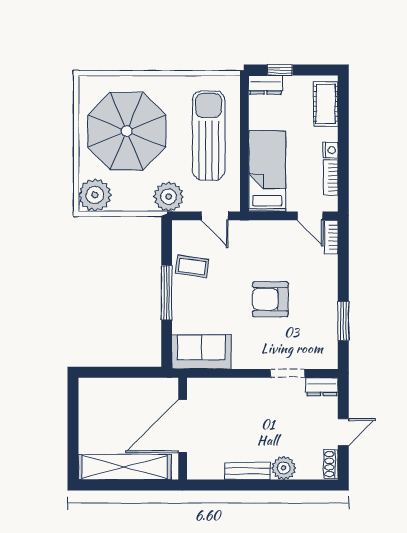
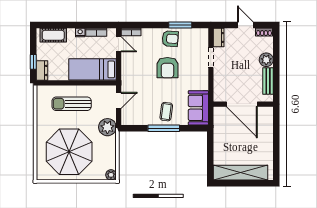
sun lounger: (209, 136) -> (72, 104), width x0.73, depth x0.75
plant: (95, 195) -> (111, 175), width x0.53, depth x0.53
door: (310, 216) -> (119, 44), hinge flipped
coffee table: (192, 266) -> (166, 112), moved
armchair: (320, 304) -> (170, 39), added
door: (183, 426) -> (242, 104), moved
wall: (183, 429) -> (243, 104), moved
shelving: (125, 467) -> (240, 173), moved, turned 90

